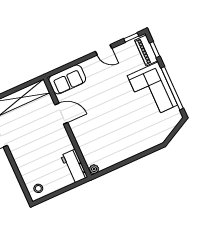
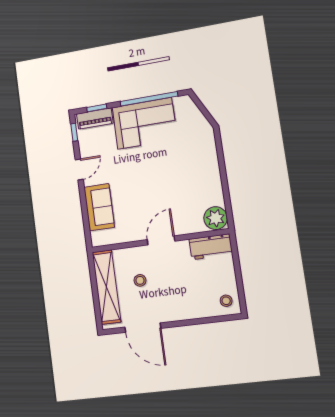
sofa: (67, 79) -> (99, 207), moved
door: (61, 114) -> (161, 240), moved
stool: (34, 121) -> (140, 280), added
plant: (94, 169) -> (216, 218), width x1.88, depth x1.88

